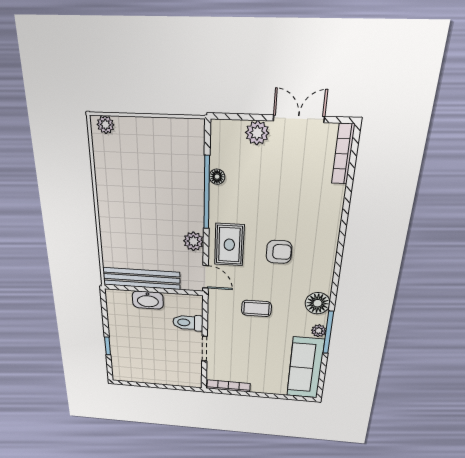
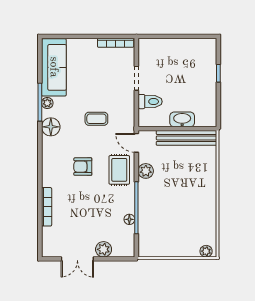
bookcase: (343, 154) -> (47, 207), moved

